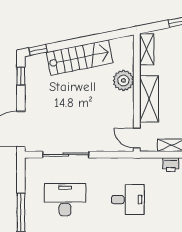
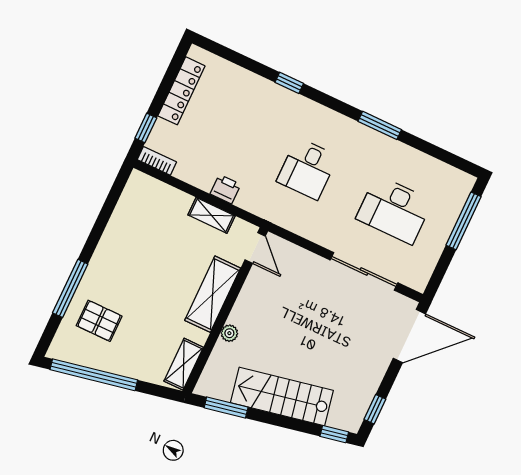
window: (110, 36) -> (226, 407), added
plant: (123, 80) -> (229, 333), width x0.53, depth x0.53
desk: (128, 200) -> (307, 169), turned -90

